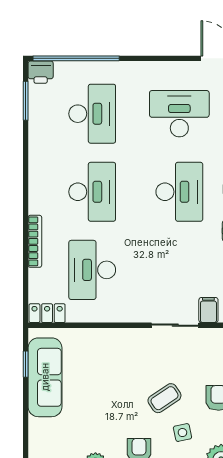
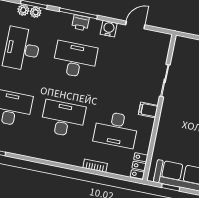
bookcase: (35, 241) -> (95, 166), width x0.64
filing cabinet: (208, 310) -> (148, 110), moved

